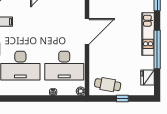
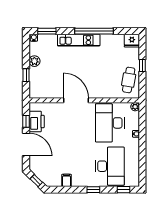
desk: (64, 66) -> (110, 123), turned 180
fridge: (148, 78) -> (132, 41), moved

